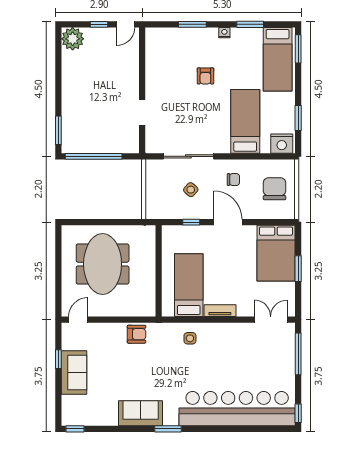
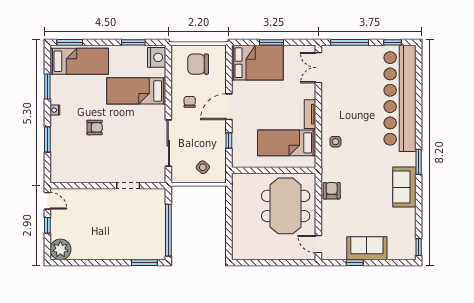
side table: (191, 190) -> (203, 167), moved
meeting table: (103, 264) -> (286, 206), moved, turned 90
window: (298, 413) -> (393, 42), moved

